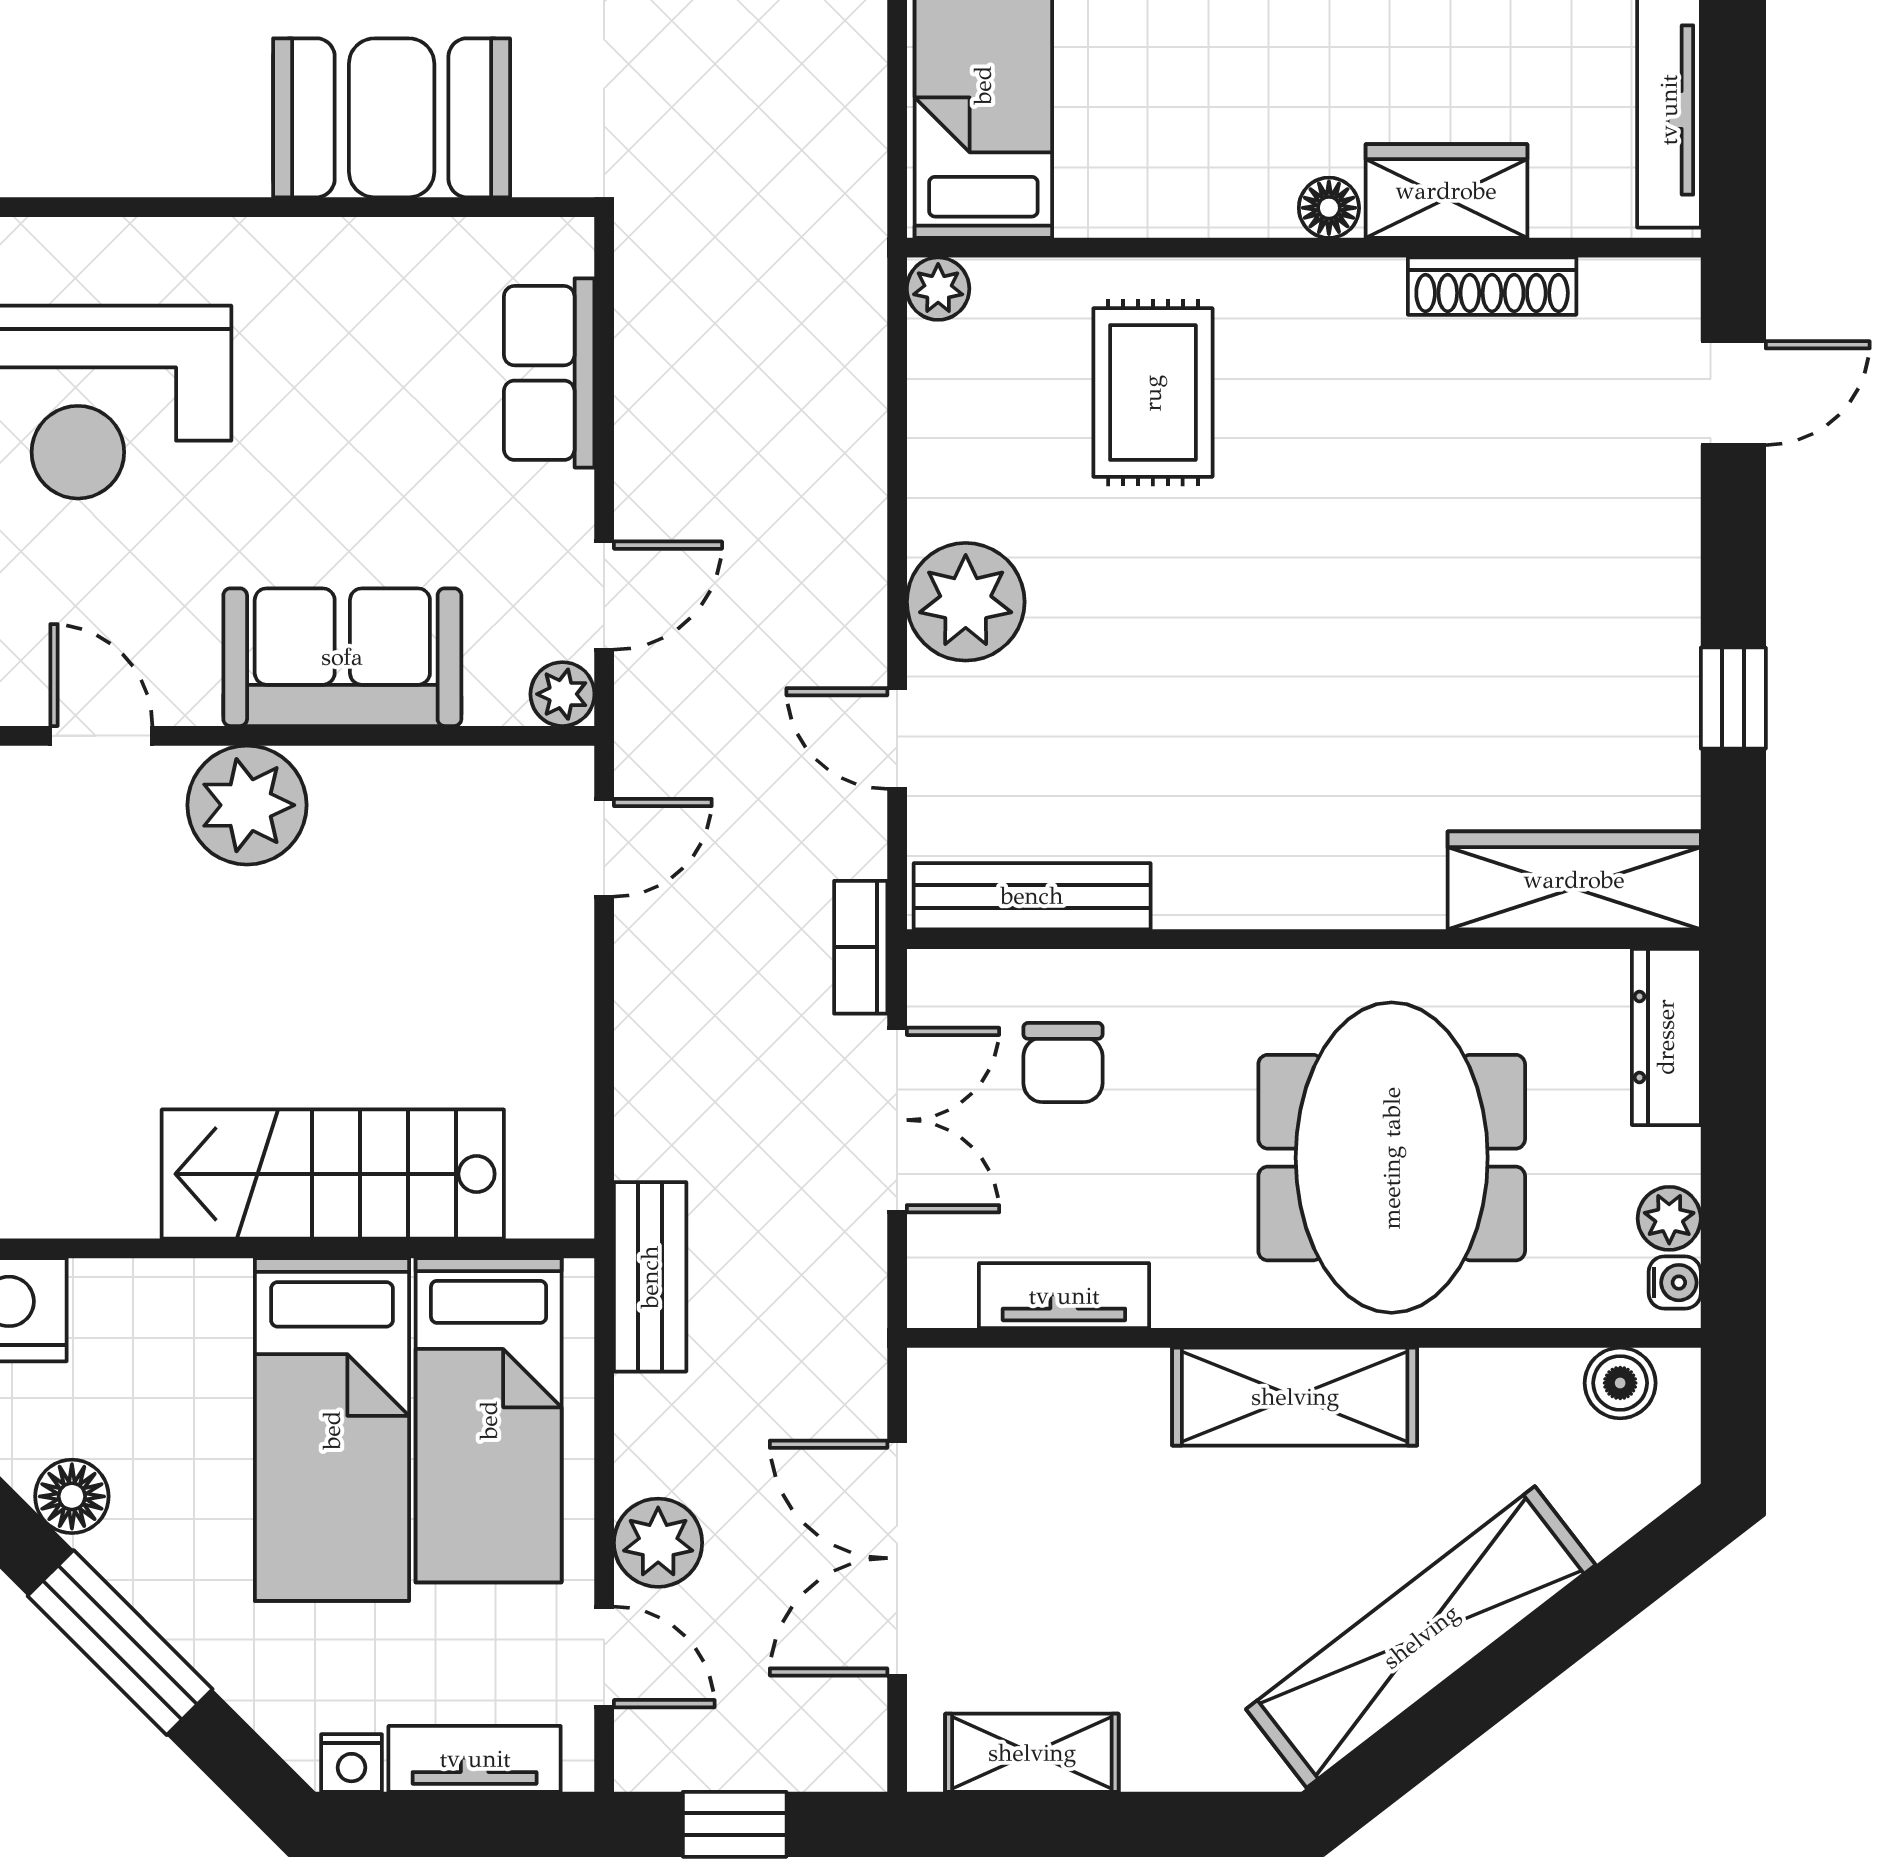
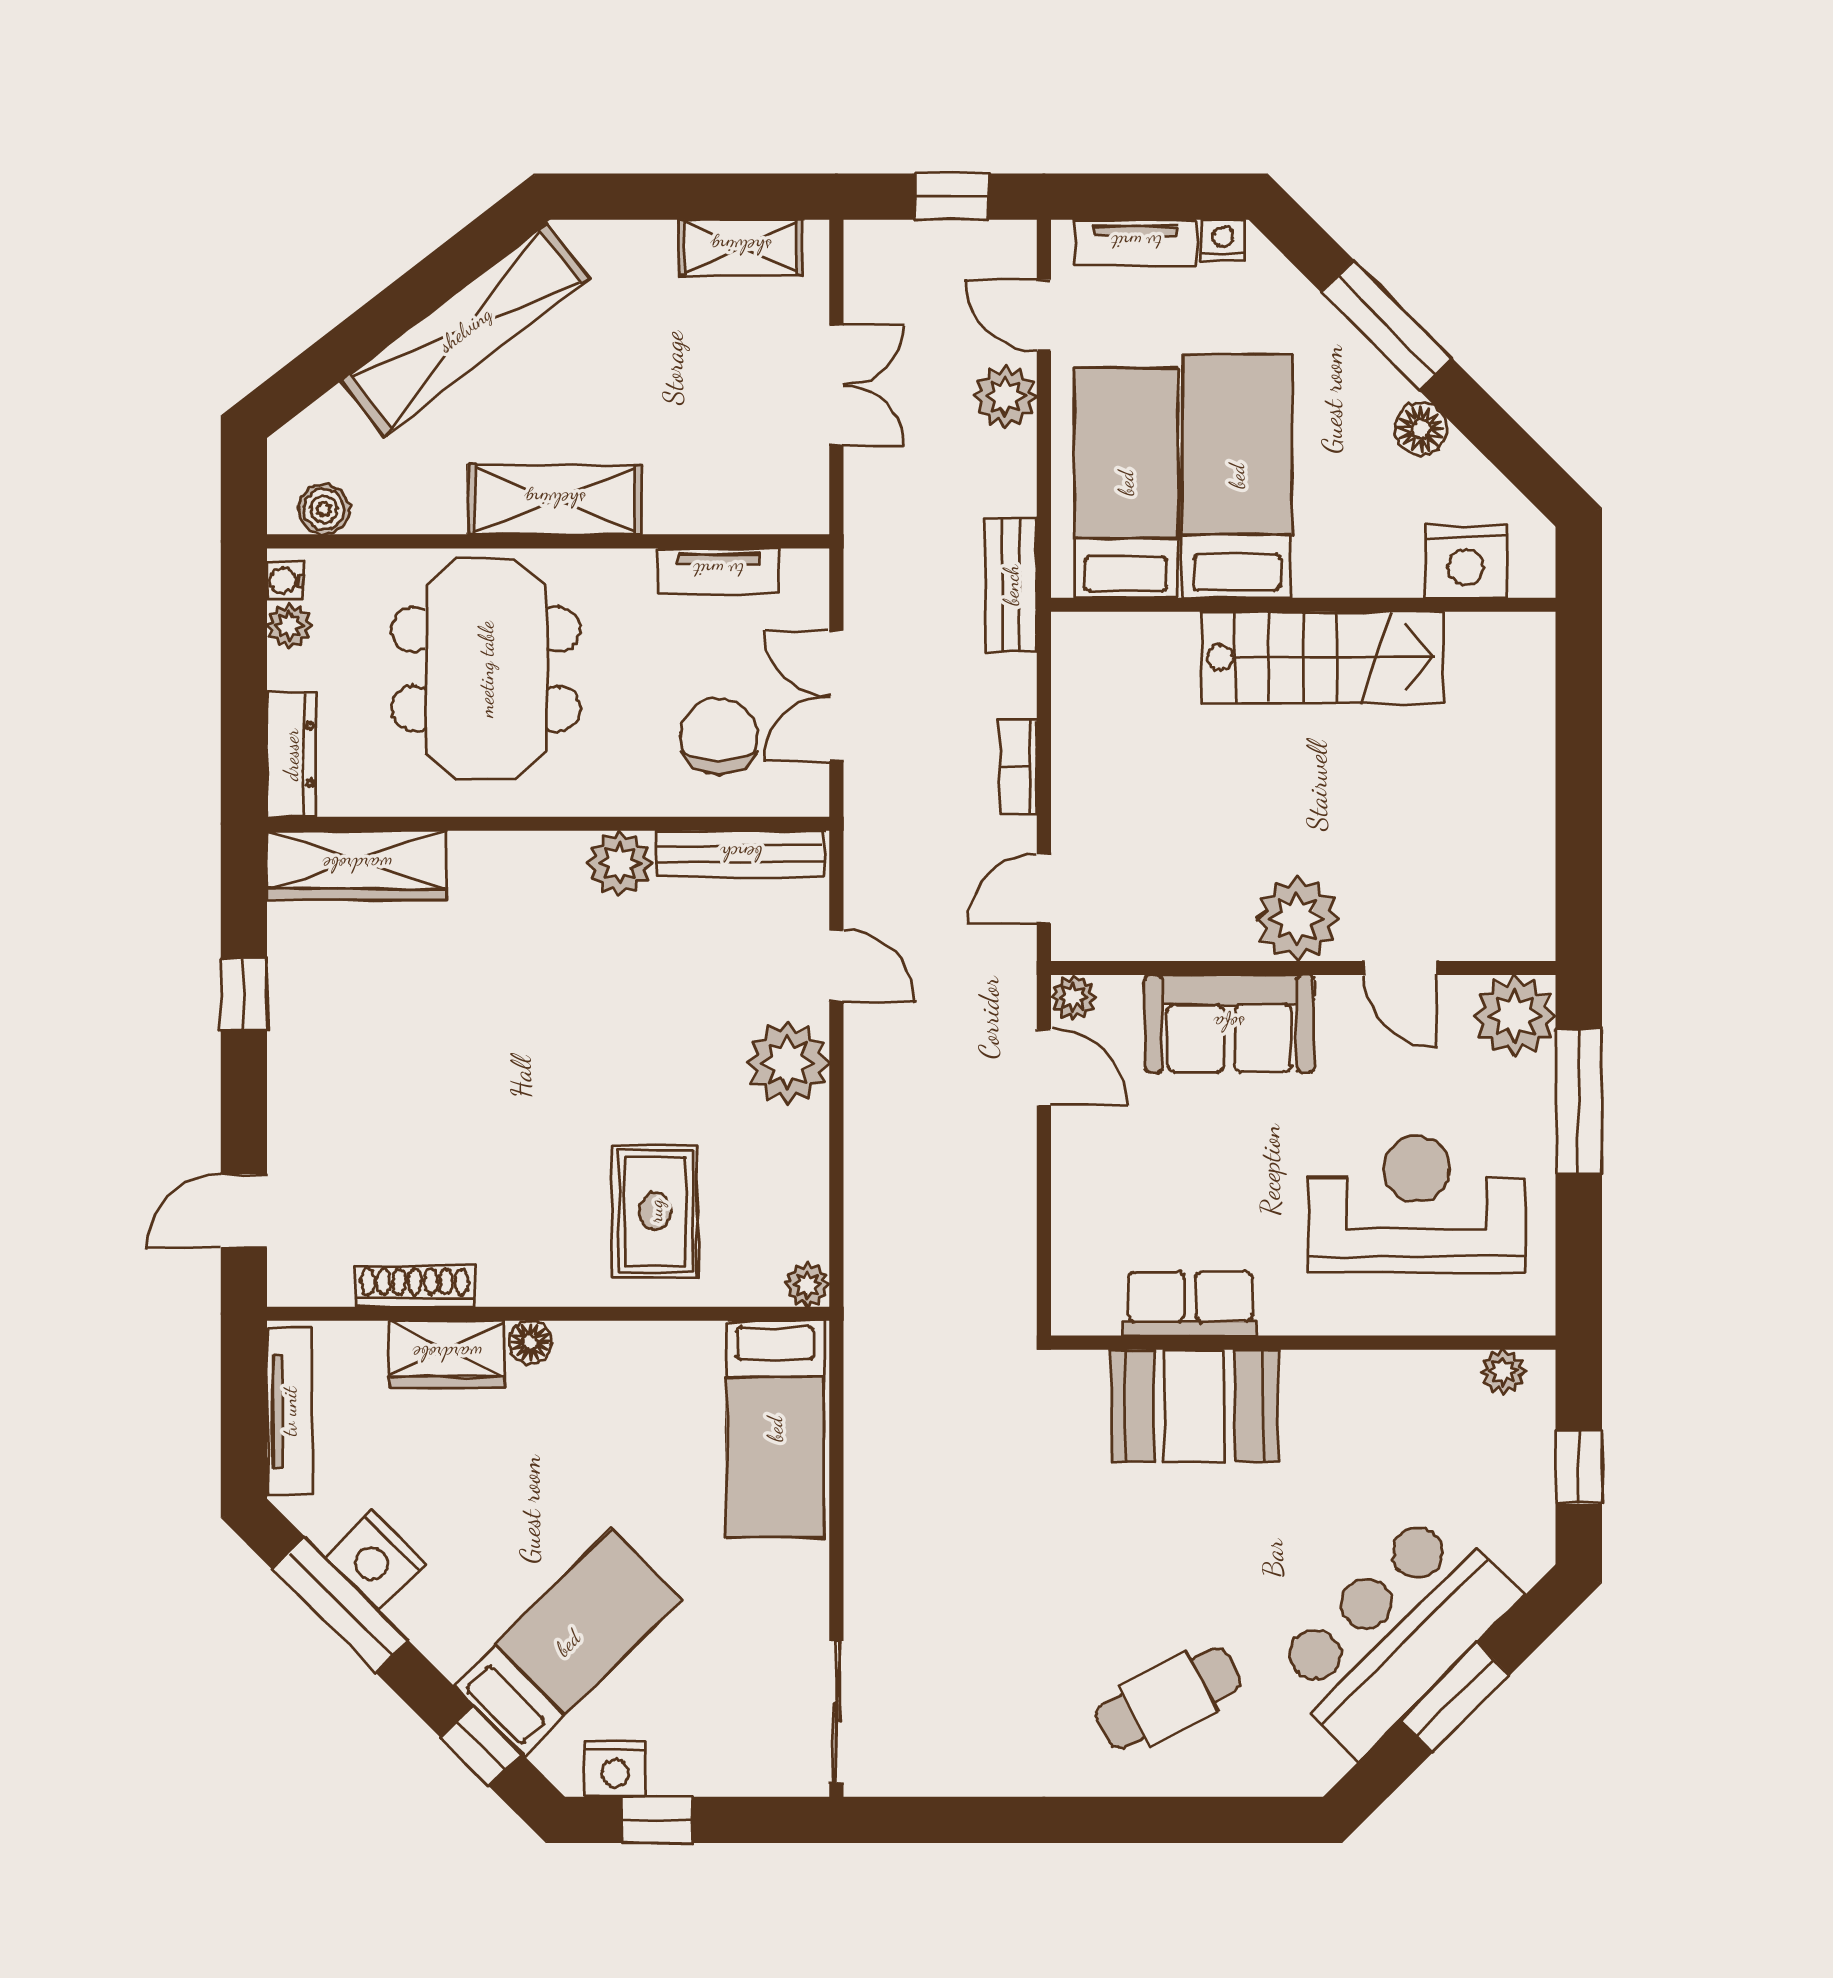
row of seats: (549, 373) -> (1190, 1304), moved, turned -90
door: (604, 596) -> (1044, 1067), swing flipped
plant: (1203, 884) -> (620, 863), added
bookcase: (861, 947) -> (1018, 767), moved, turned 180
chair: (1063, 1063) -> (719, 736), width x1.37, depth x1.37
stairs: (333, 1174) -> (1322, 657), moved
double door: (897, 1558) -> (836, 385), width x0.73

